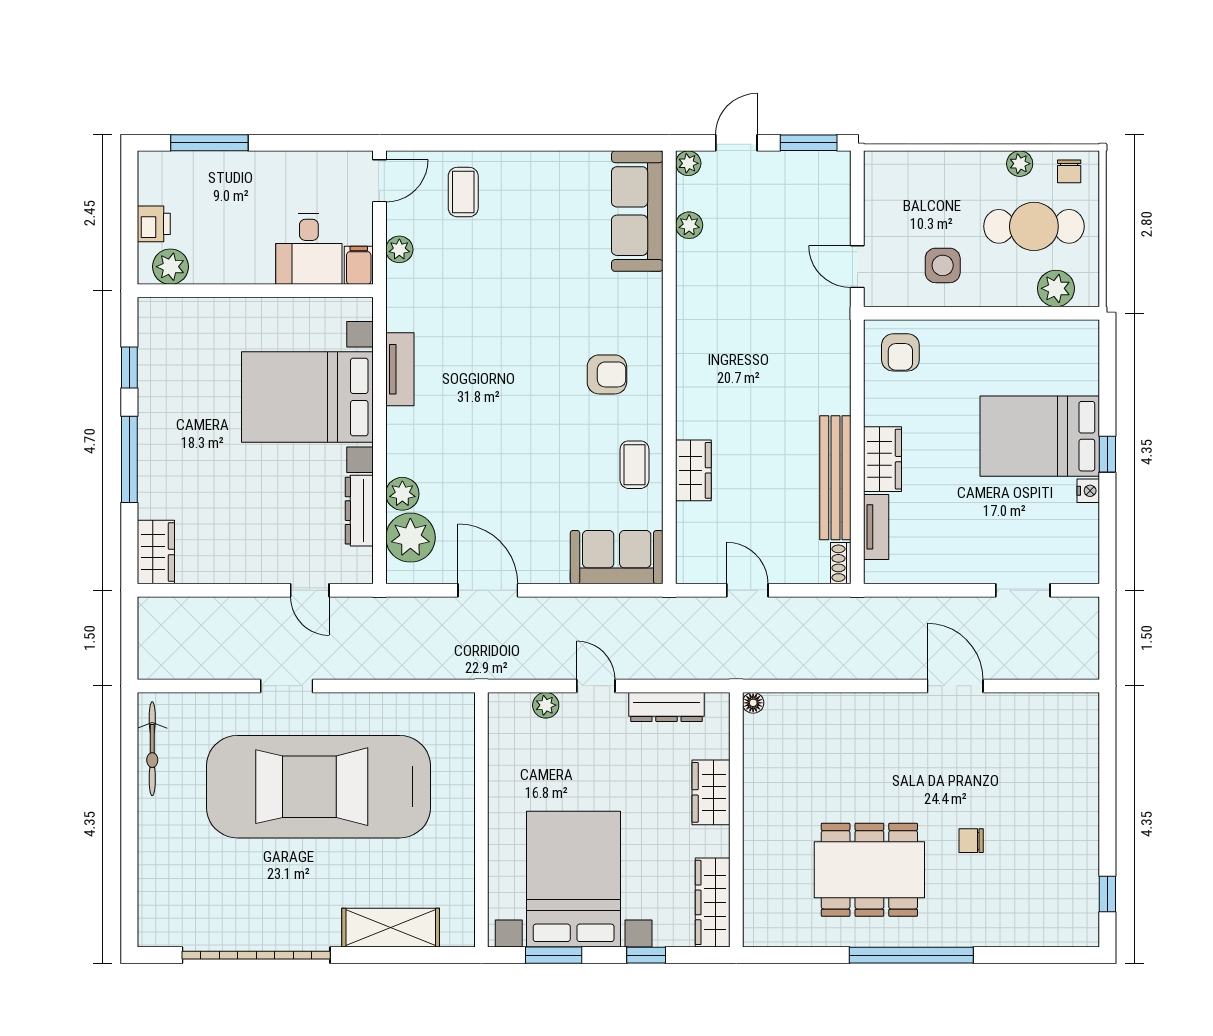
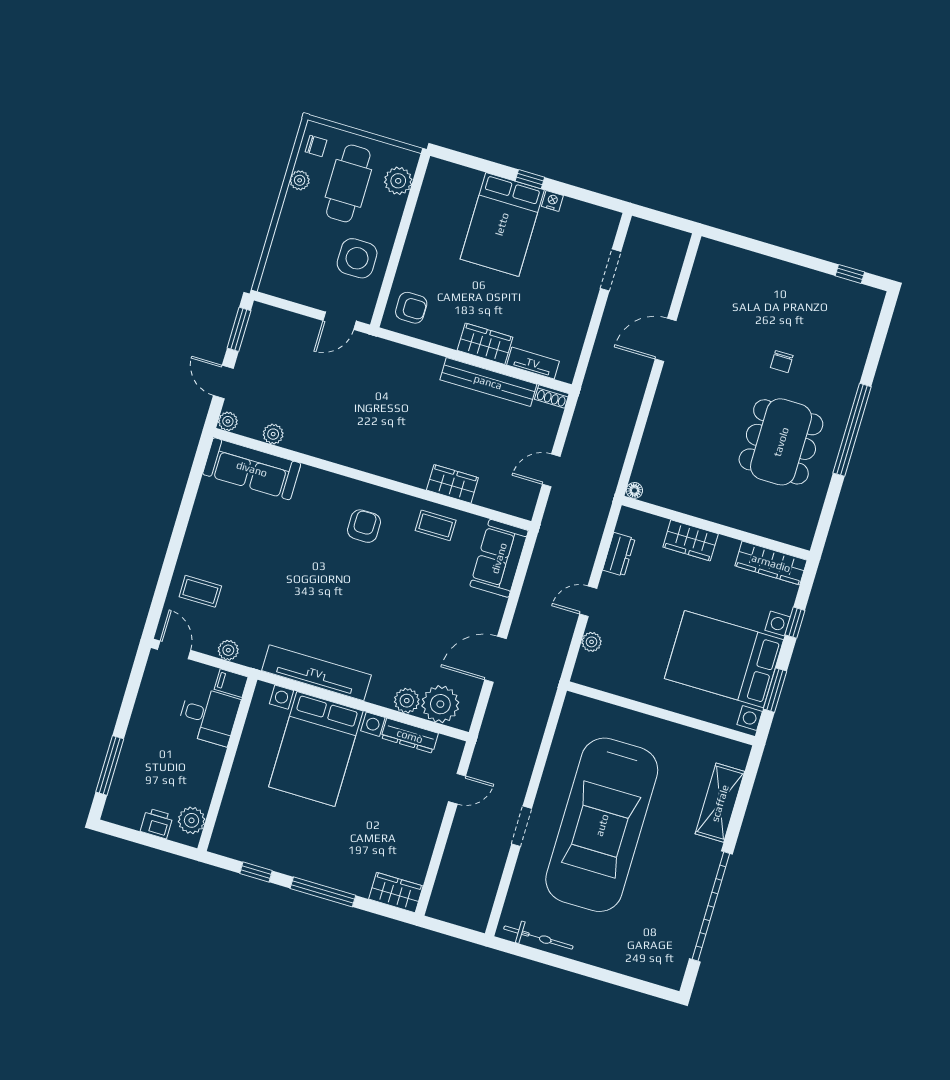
side table: (943, 265) -> (357, 258), width x1.37, depth x1.37
tv unit: (400, 369) -> (316, 673), width x1.92, depth x1.29
dresser: (667, 707) -> (619, 554), width x0.70

